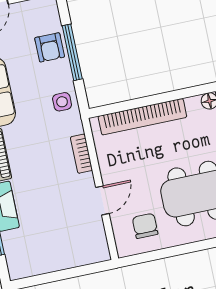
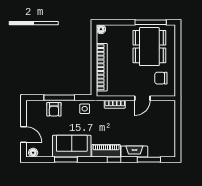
armchair: (50, 47) -> (54, 109), turned 90
door: (102, 200) -> (142, 98), swing flipped

